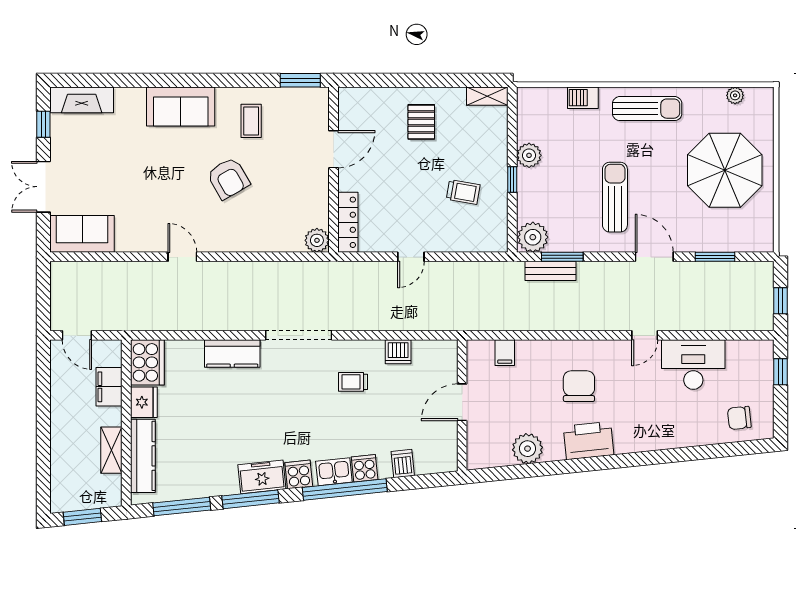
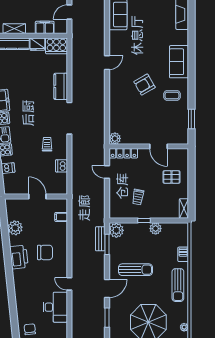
door: (333, 149) -> (158, 146), moved
wall: (333, 170) -> (149, 146), moved
locker: (348, 222) -> (123, 153), moved
plant: (317, 240) -> (115, 138), moved

